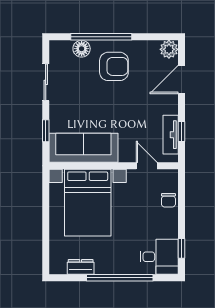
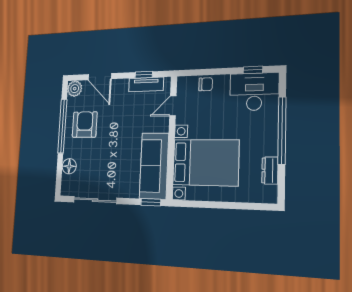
window: (101, 37) -> (62, 126), moved
armchair: (114, 66) -> (85, 125), moved
sliding door: (46, 82) -> (95, 200), width x1.37
window: (46, 131) -> (151, 202), moved
desk: (159, 257) -> (254, 92), width x1.37

